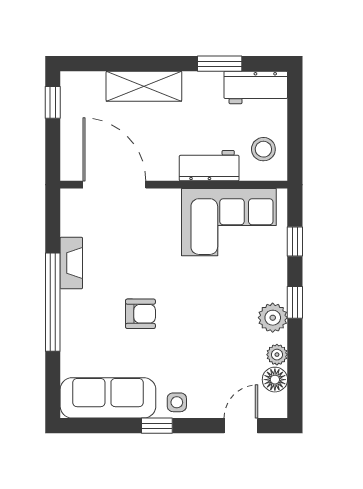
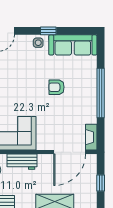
window: (53, 102) -> (101, 183), moved
door: (114, 185) -> (70, 152), hinge flipped
fireplace: (71, 263) -> (91, 137), moved

